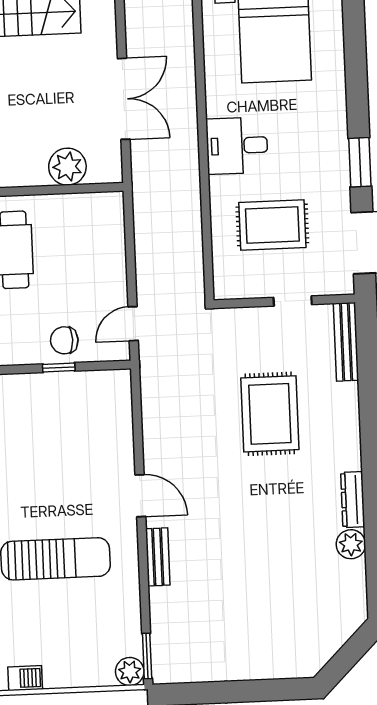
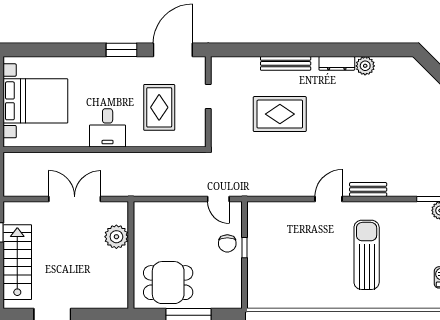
bench: (346, 342) -> (286, 63), moved

